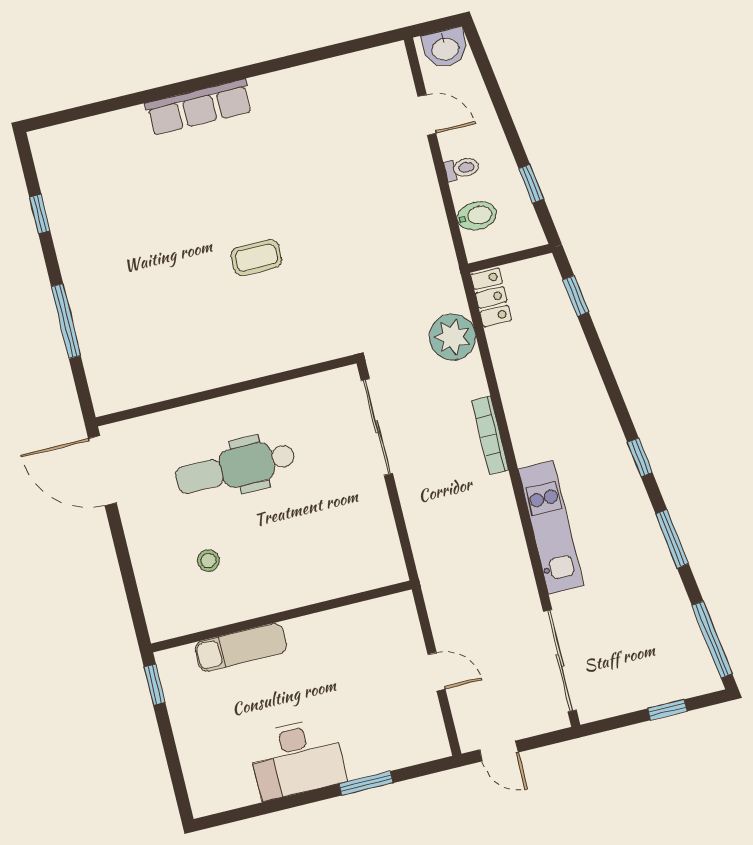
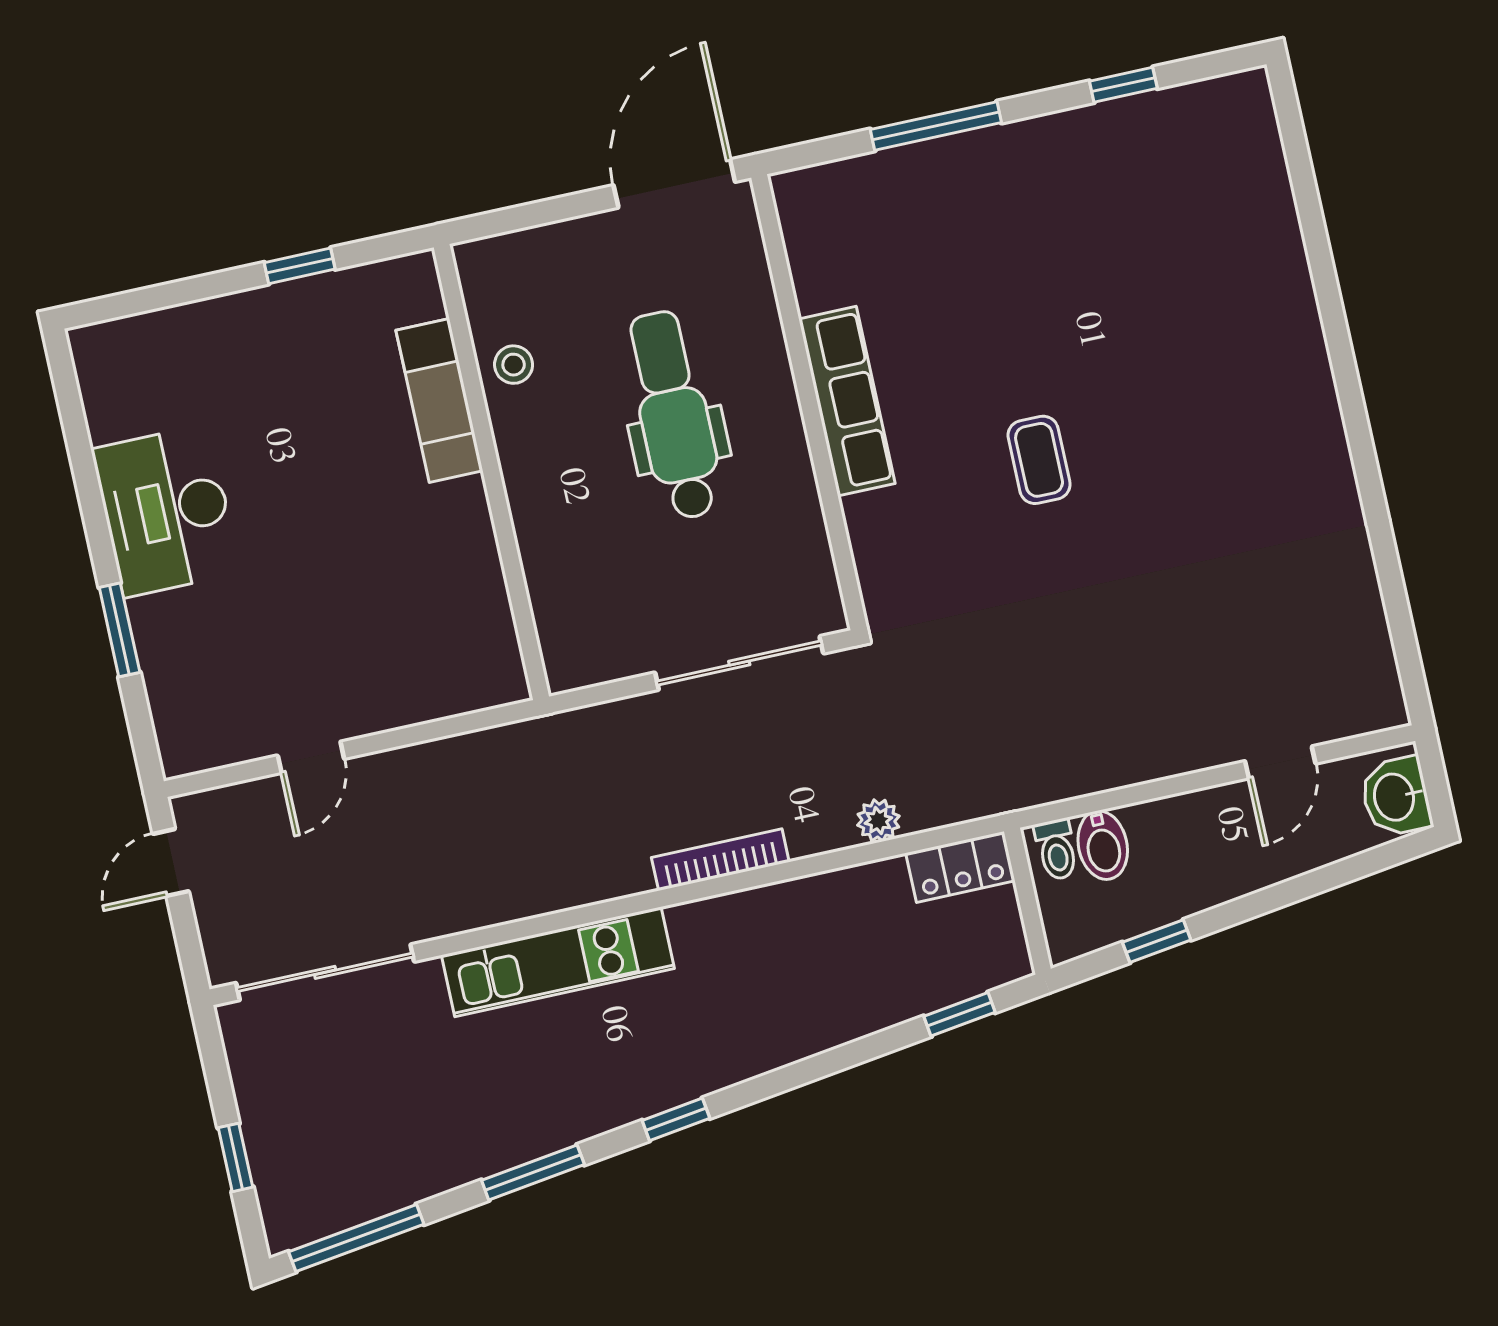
row of seats: (199, 107) -> (847, 401), moved, turned 180
toilet: (462, 168) -> (1056, 850), moved
plant: (453, 337) -> (878, 821), width x0.53, depth x0.53
wall: (281, 616) -> (491, 472), moved
exam couch: (241, 647) -> (439, 400), moved

